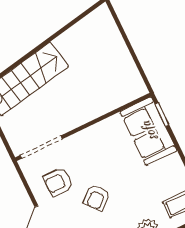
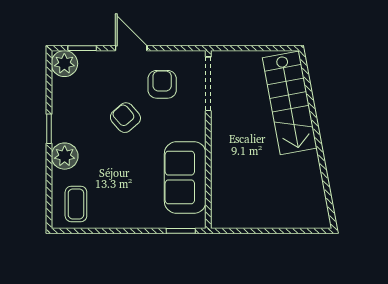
sofa: (149, 131) -> (185, 177), moved, turned -90

